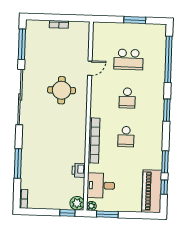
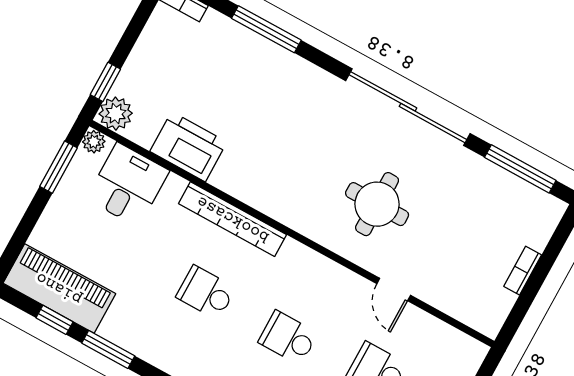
printer: (79, 170) -> (188, 147), width x1.87, depth x1.48

